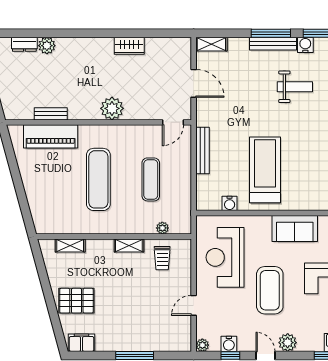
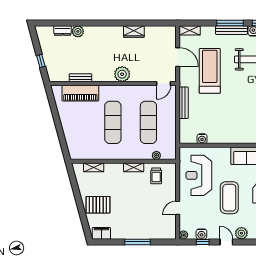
treadmill: (265, 170) -> (210, 71), moved
exercise mat: (151, 179) -> (148, 122), width x1.36, depth x1.45

